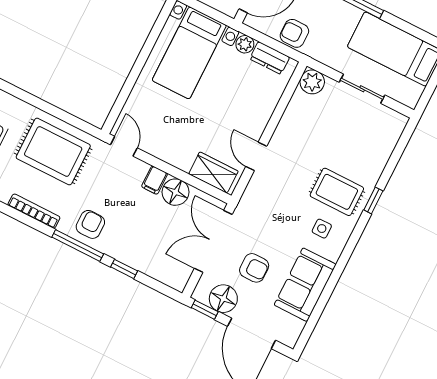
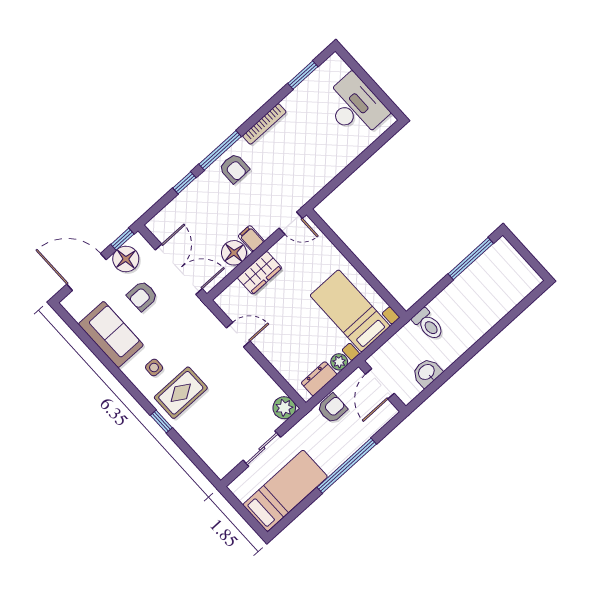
rug: (53, 151) -> (310, 160), removed
wardrobe: (213, 173) -> (260, 273), moved

